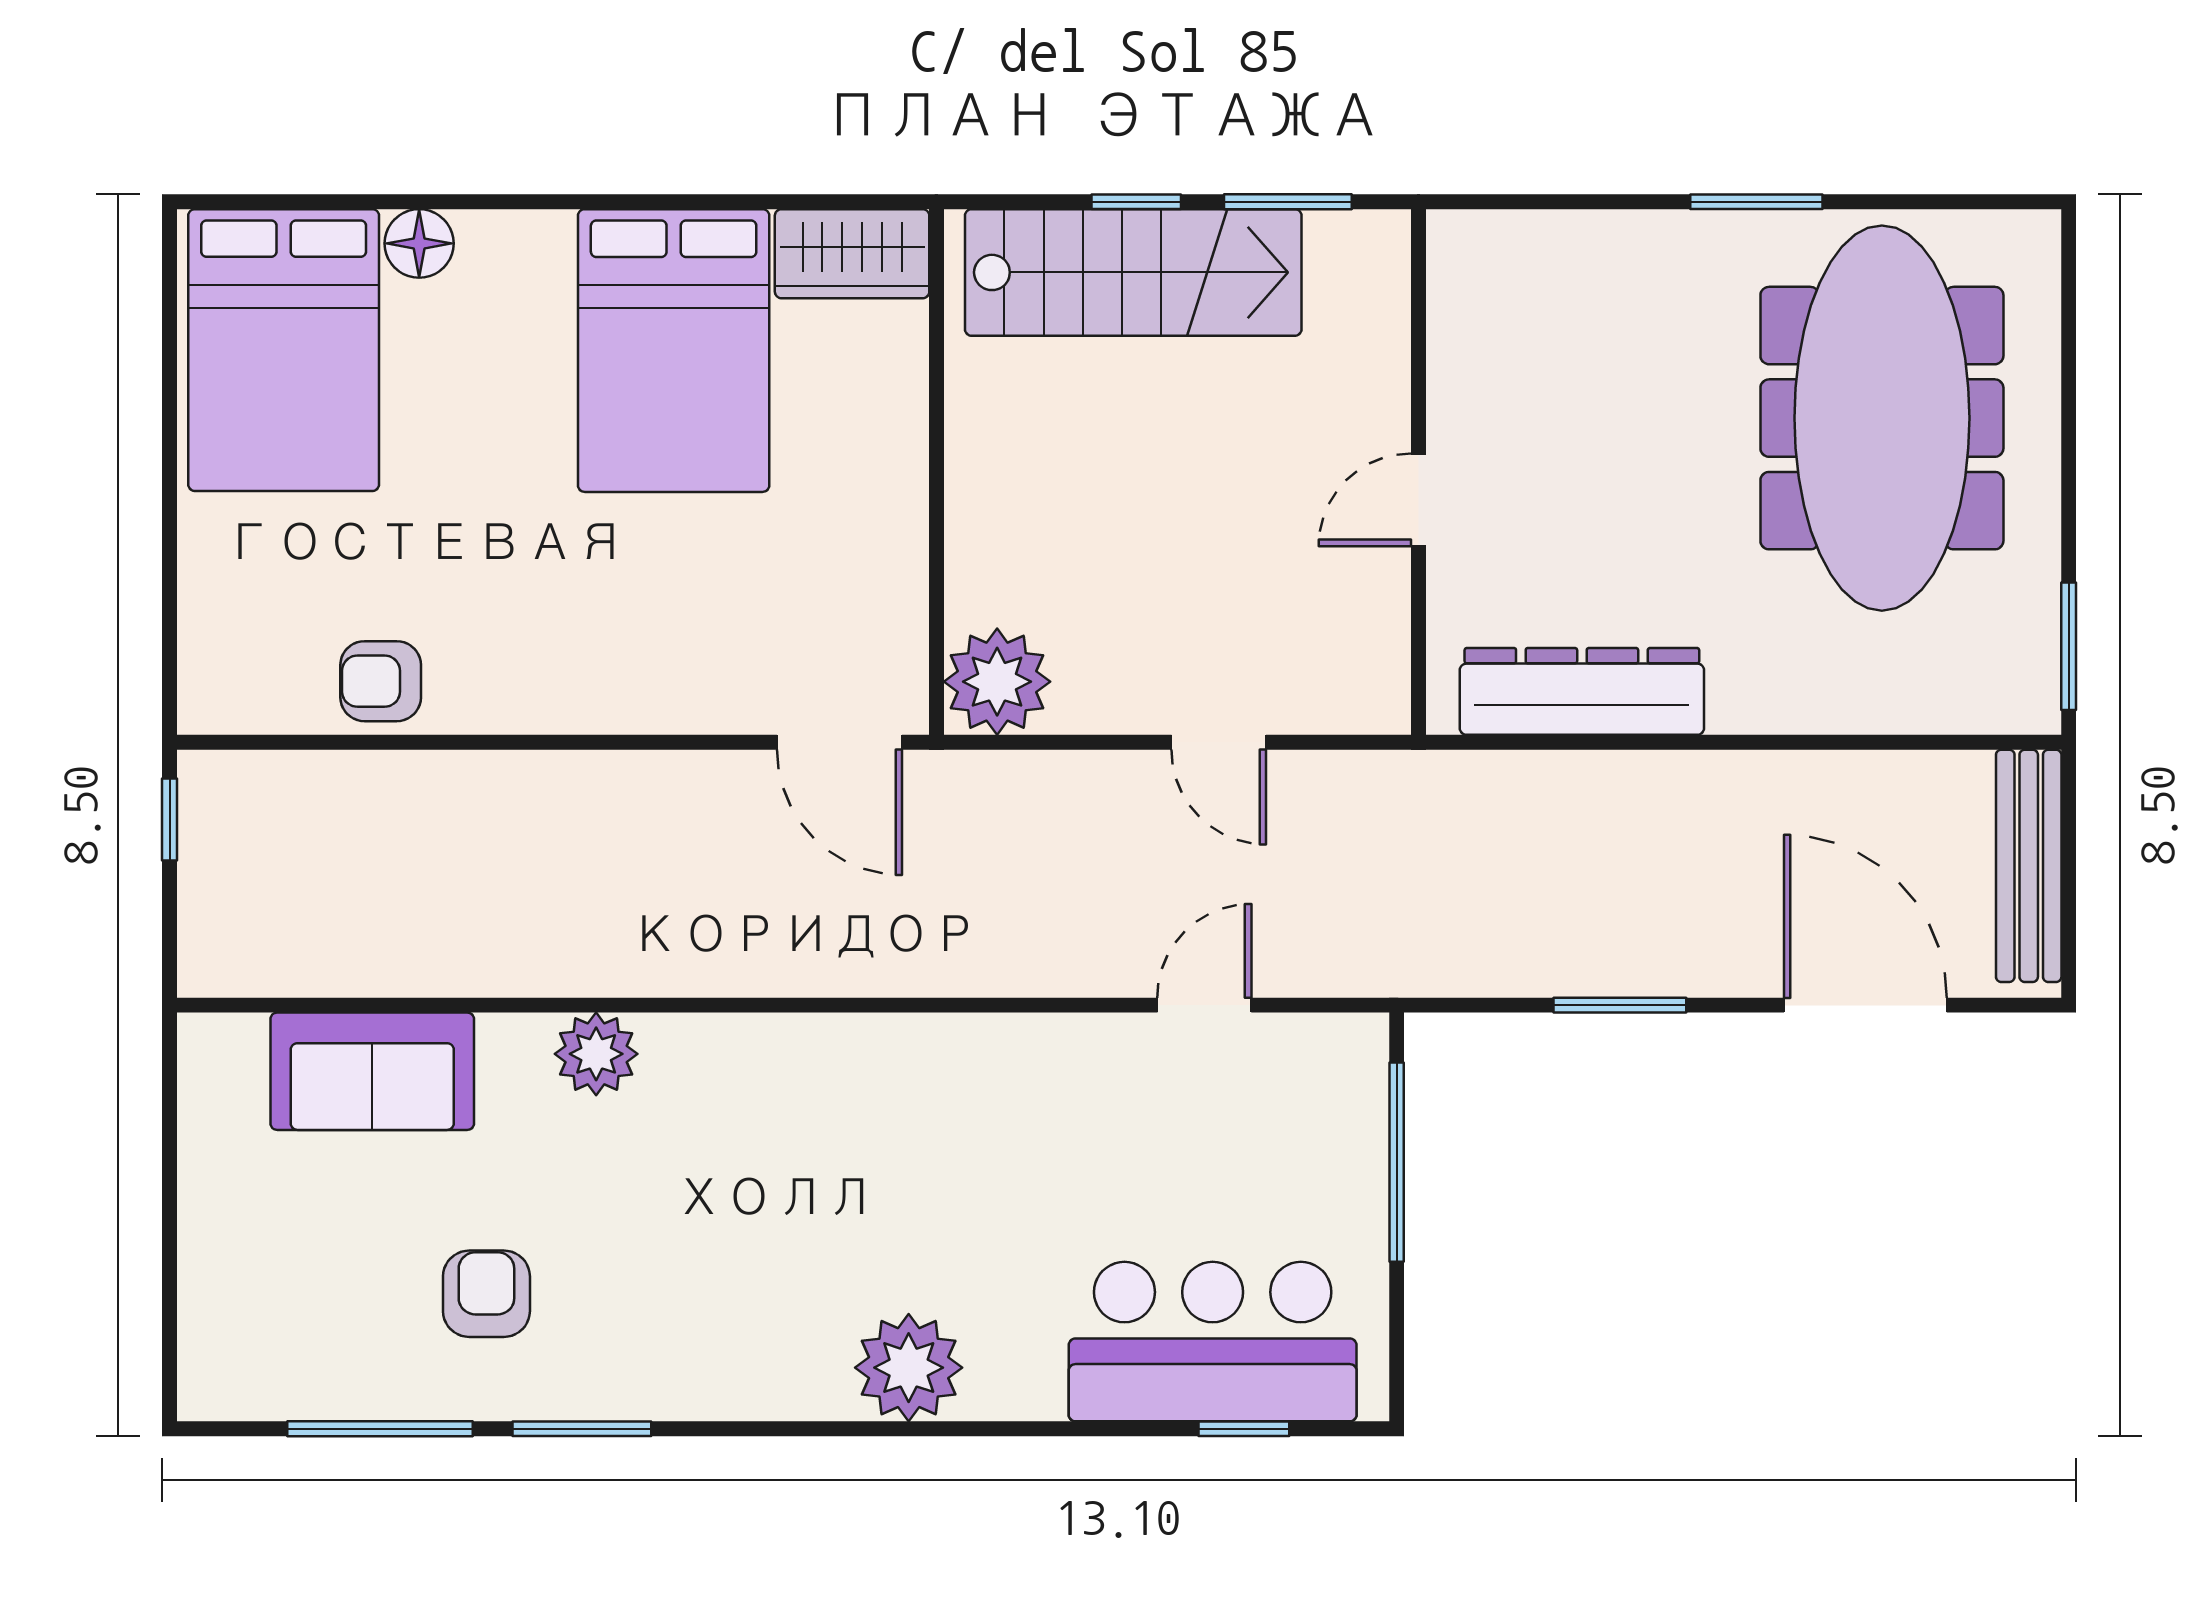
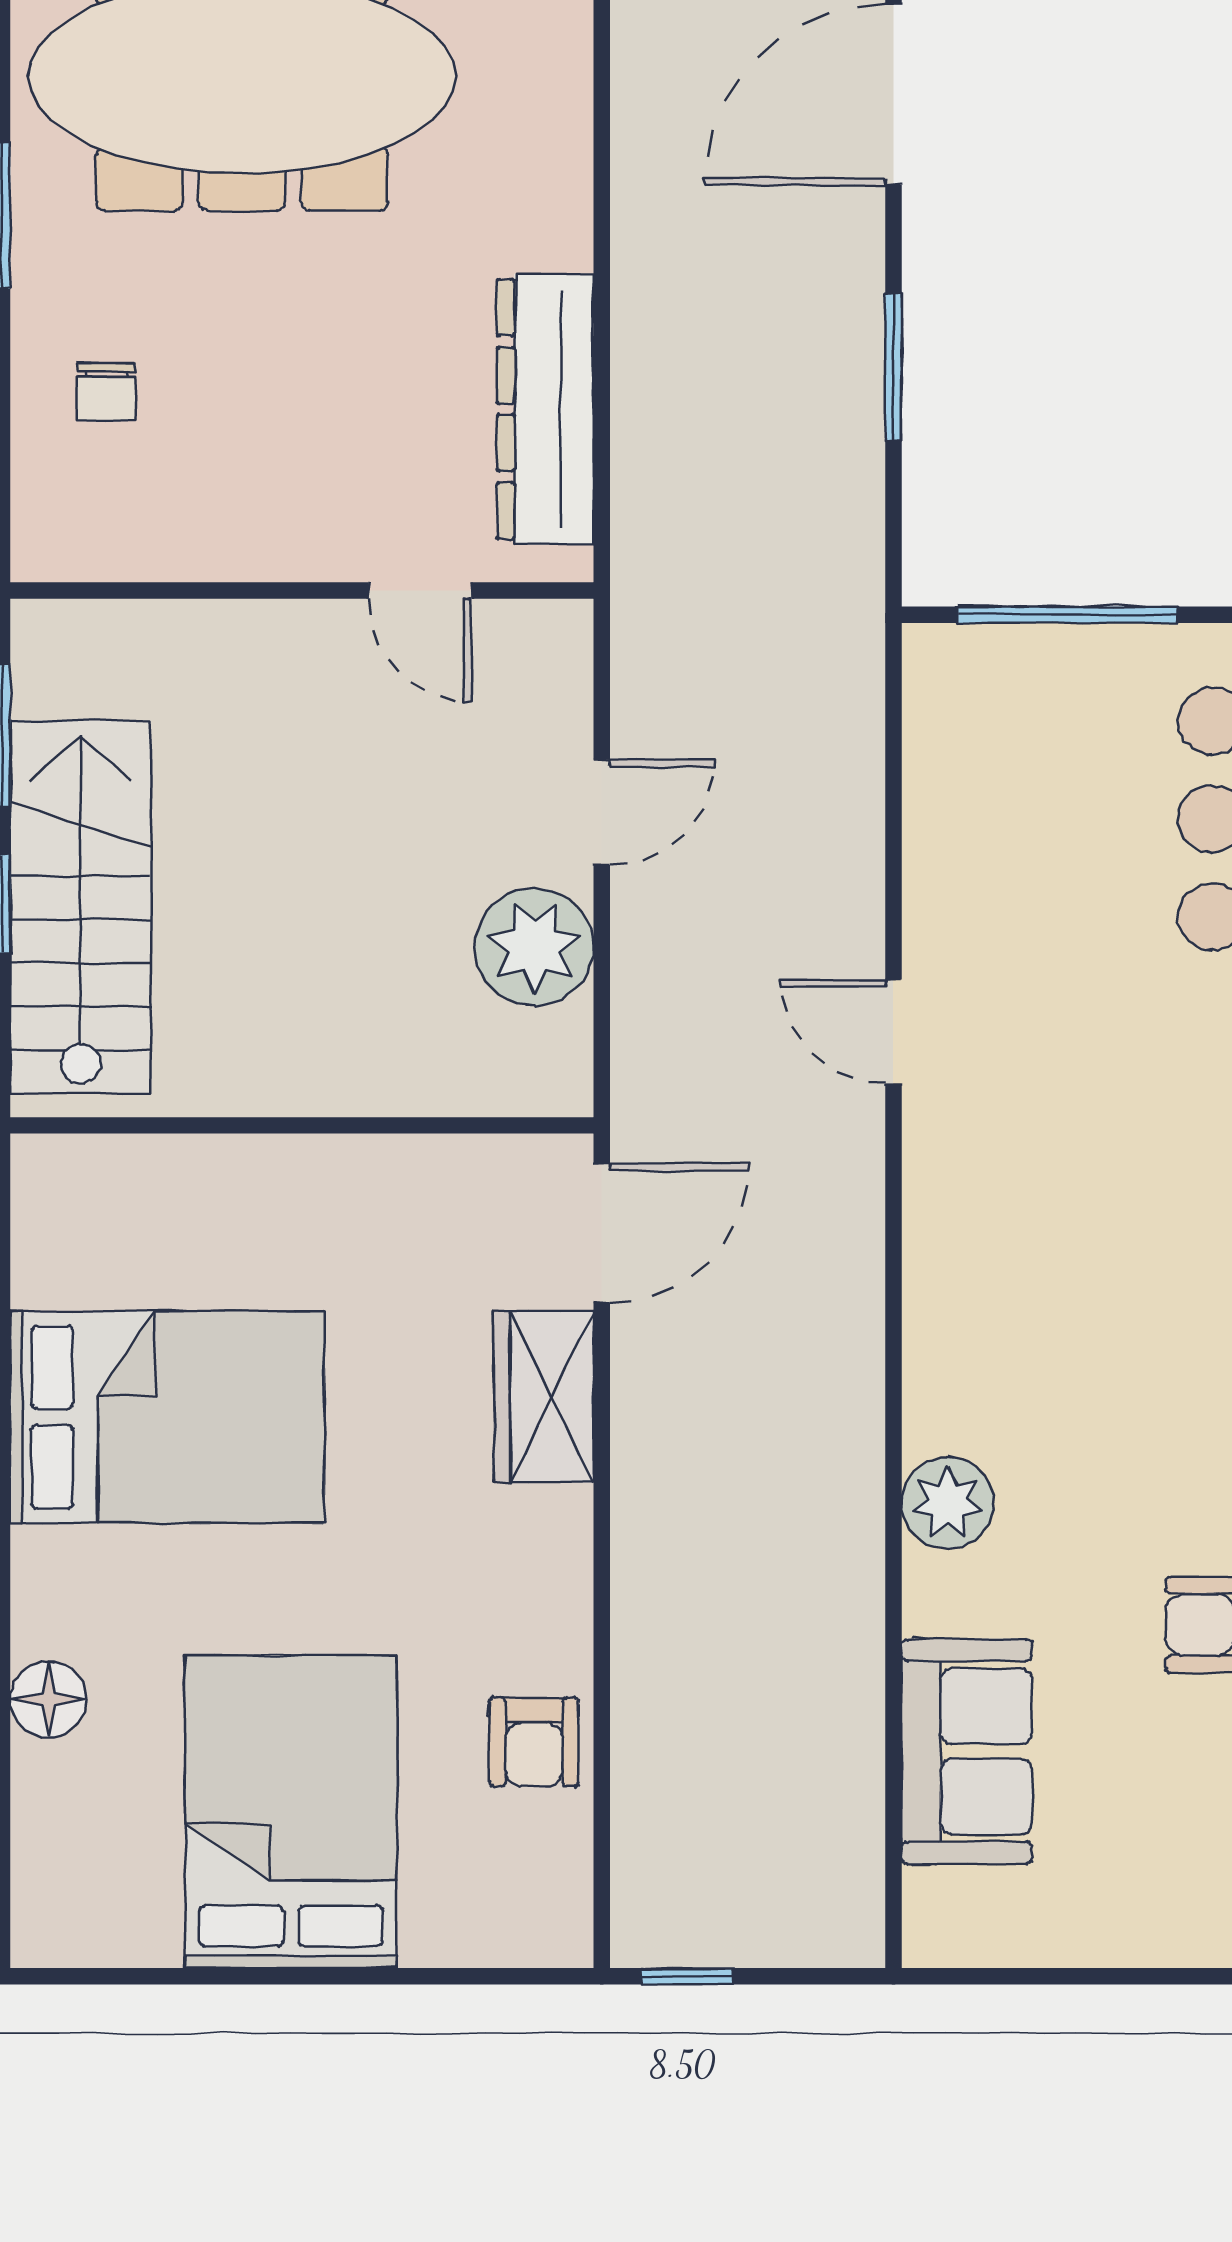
wardrobe: (852, 254) -> (544, 1397), moved, turned 180
chair: (1598, 296) -> (106, 392), added
bed: (284, 350) -> (291, 1812), moved, turned -90
door: (1419, 500) -> (420, 590), moved
plant: (997, 682) -> (534, 947), moved
door: (1204, 1005) -> (893, 1032), moved

